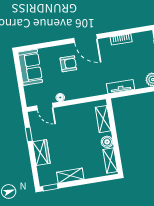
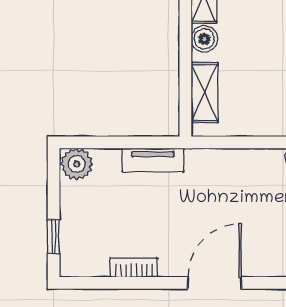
door: (86, 38) -> (215, 283), hinge flipped
armchair: (68, 64) -> (263, 232), removed

